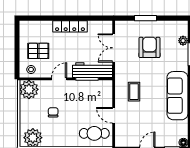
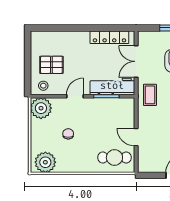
locker: (70, 26) -> (109, 37), moved
coffee table: (134, 92) -> (150, 95), moved

